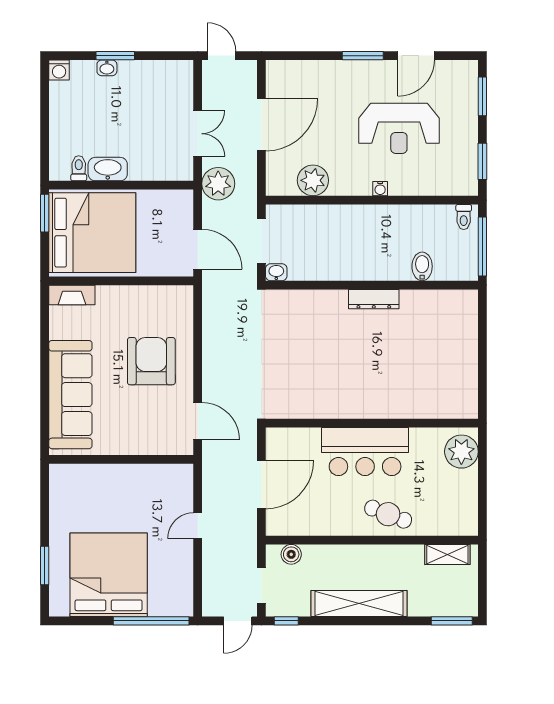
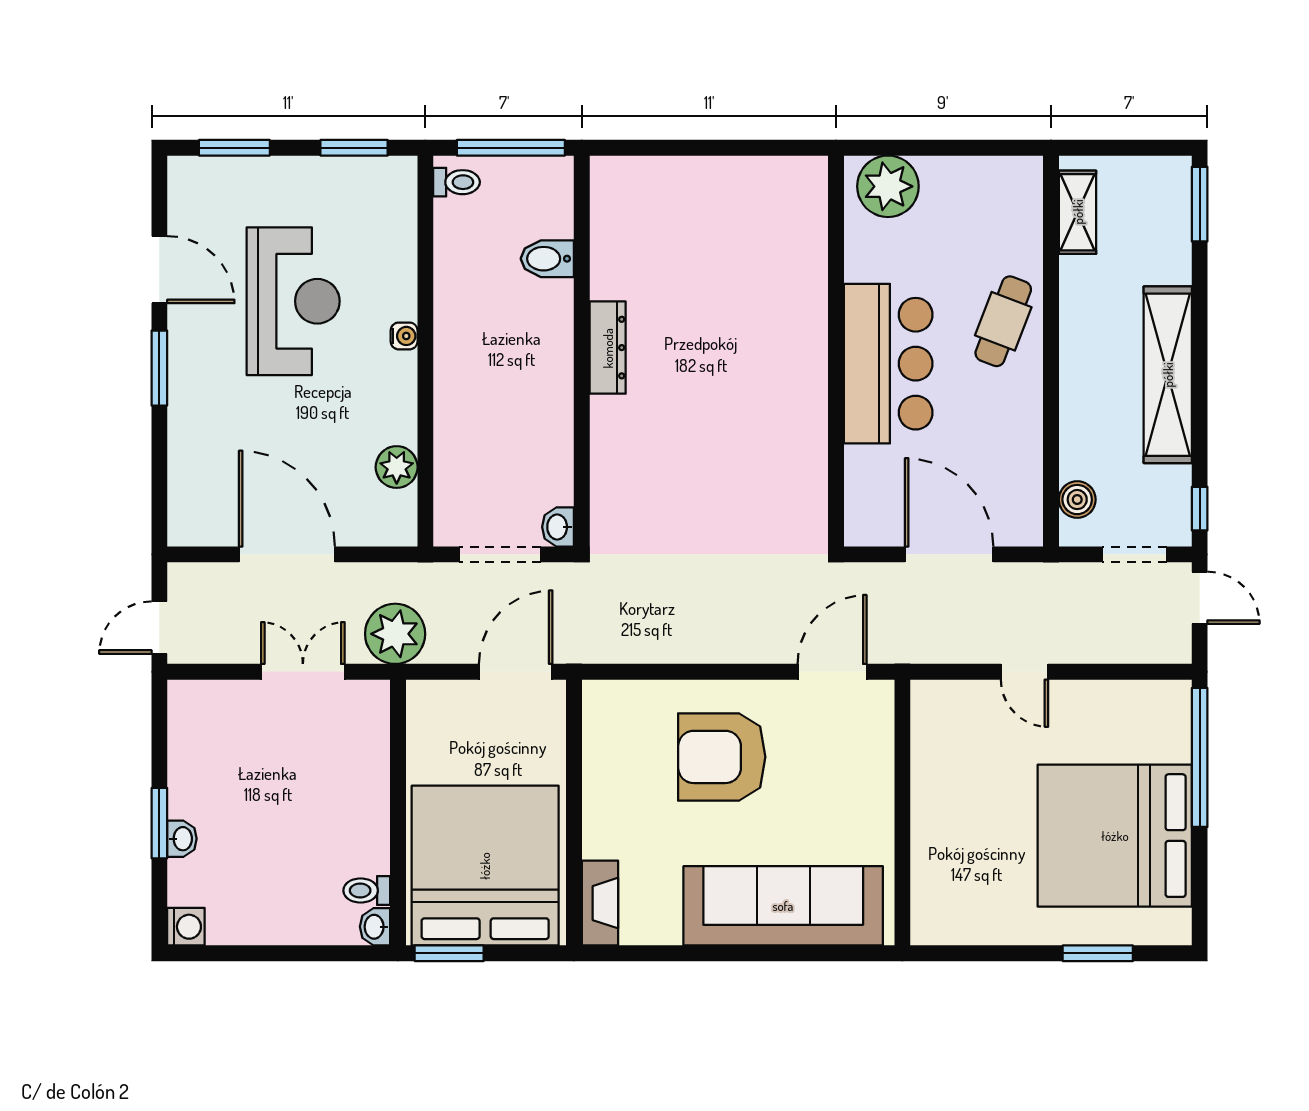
washbasin: (108, 169) -> (375, 927), moved, width x0.52, depth x0.69
plant: (313, 180) -> (397, 467), width x0.73, depth x0.73

